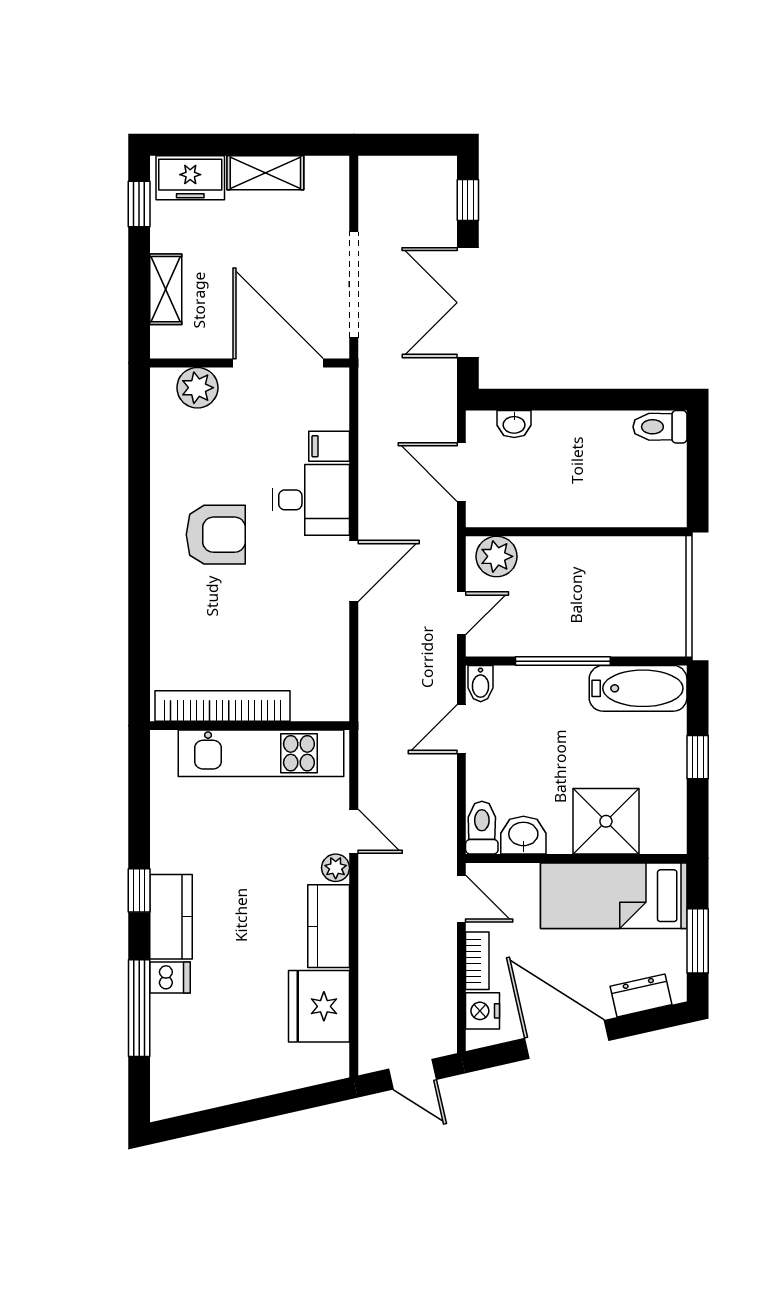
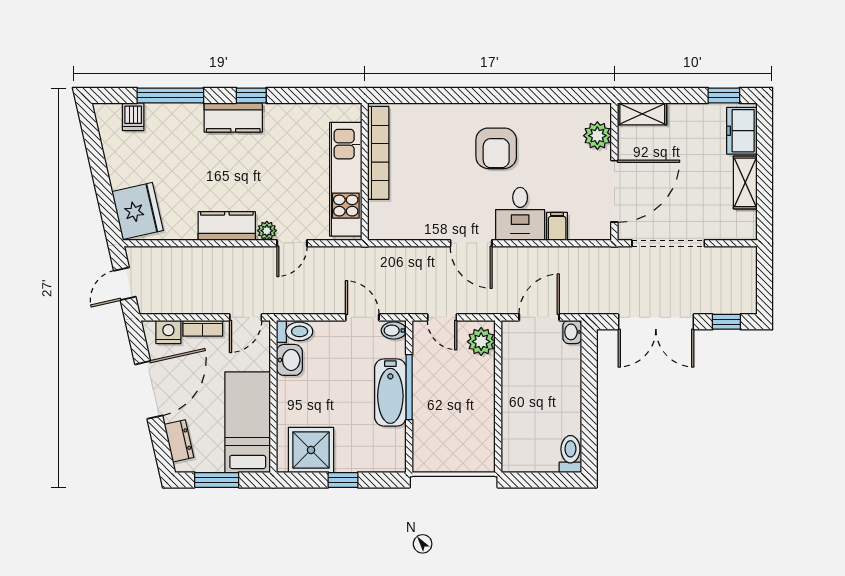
shelving: (166, 289) -> (642, 114), moved
double door: (468, 303) -> (656, 322), swing flipped
washbasin: (514, 424) -> (572, 332), moved
bathtub: (638, 688) -> (390, 392), moved
shower: (606, 821) -> (311, 450), moved
dishwasher: (170, 978) -> (133, 117), moved
fridge: (319, 1006) -> (137, 211), moved, turned 77

